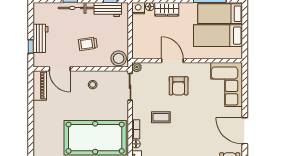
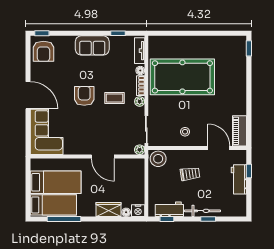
armchair: (179, 86) -> (84, 96), moved
plant: (137, 114) -> (140, 101), added
door: (245, 131) -> (28, 95), moved

